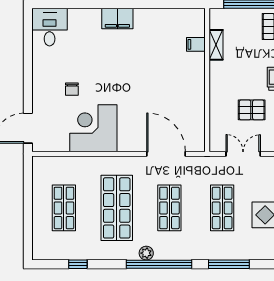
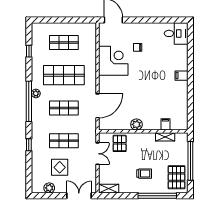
filing cabinet: (117, 19) -> (181, 76), width x0.50
plant: (196, 91) -> (136, 124), added
pallet: (252, 110) -> (120, 143), moved
window: (229, 264) -> (29, 145), width x0.46

